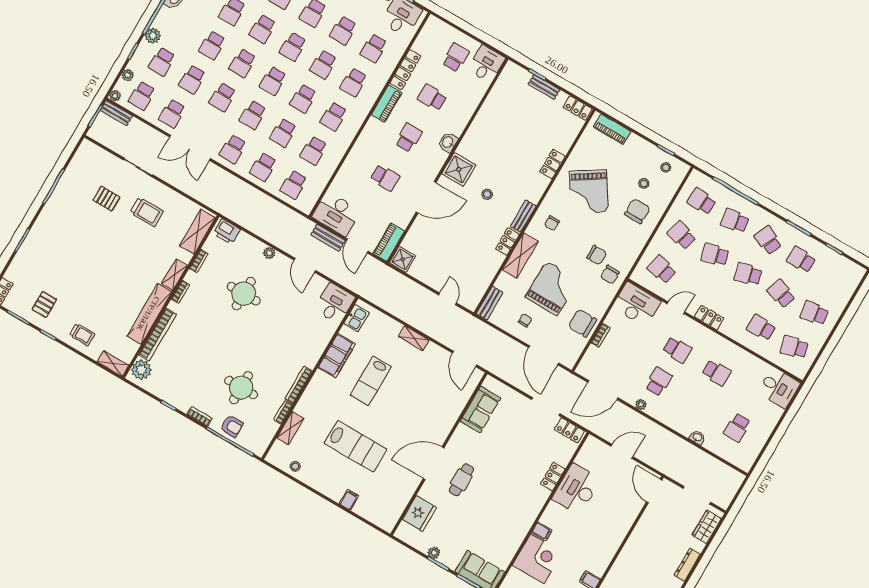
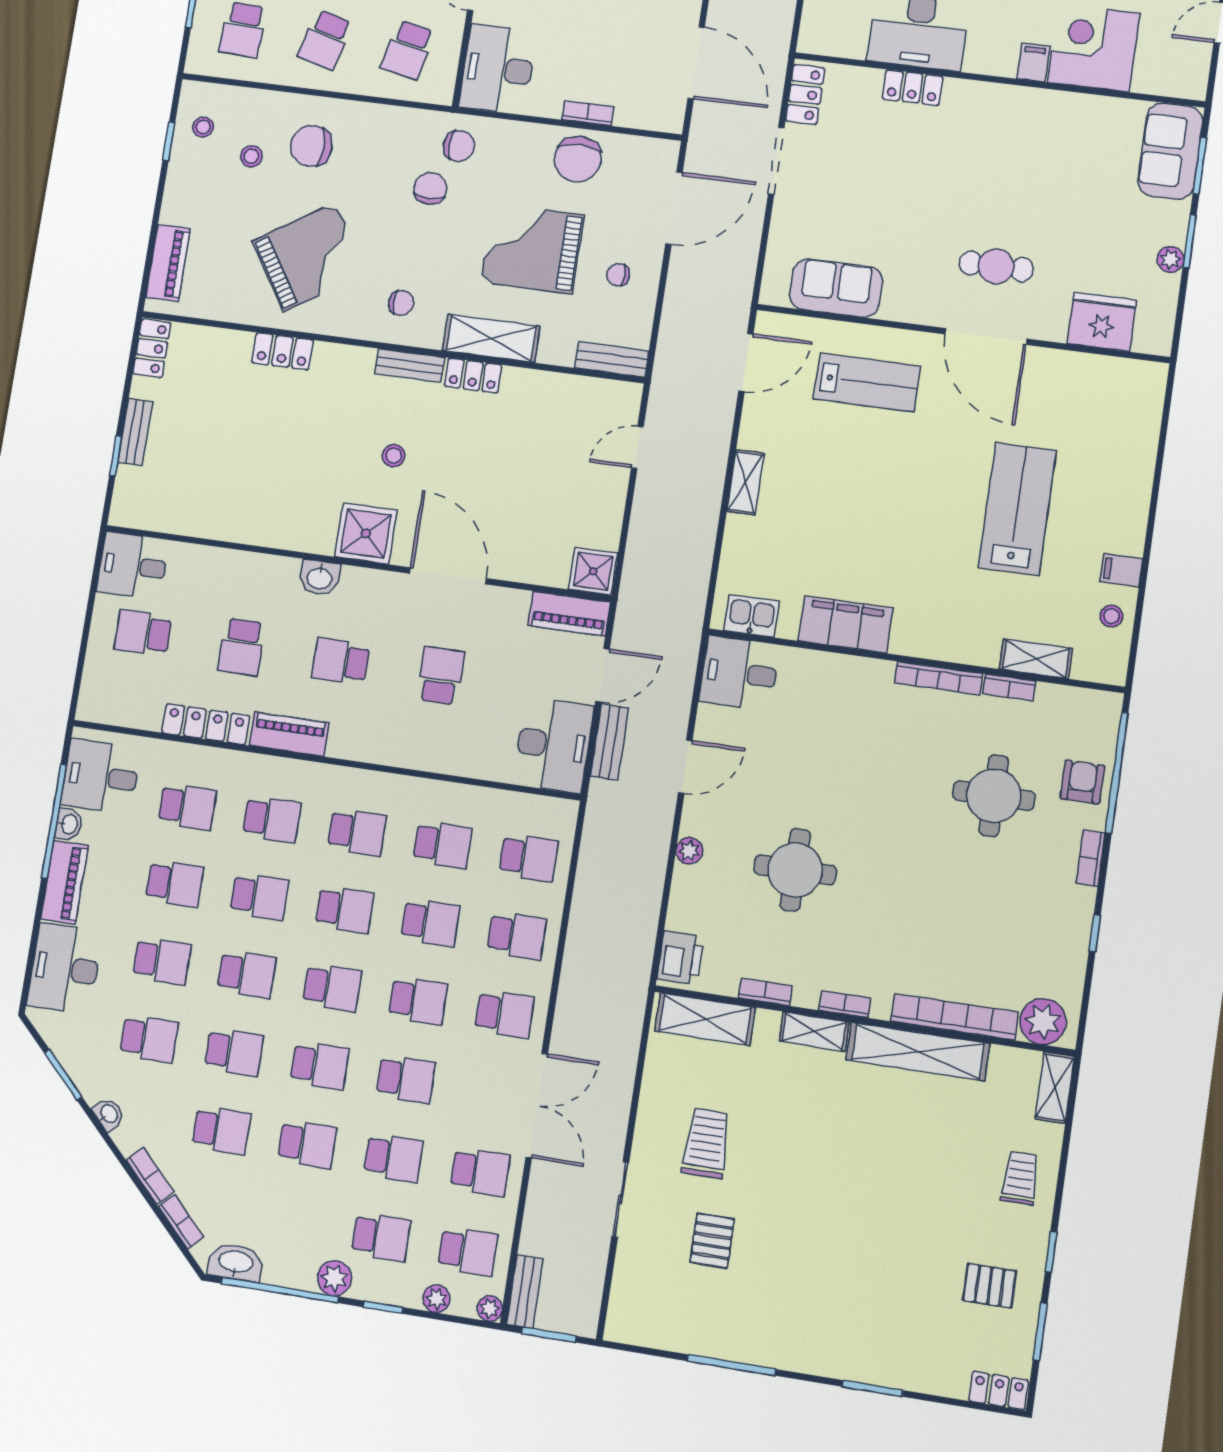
lab bench: (371, 381) -> (867, 382), moved
filing cabinet: (349, 500) -> (1121, 570), moved

